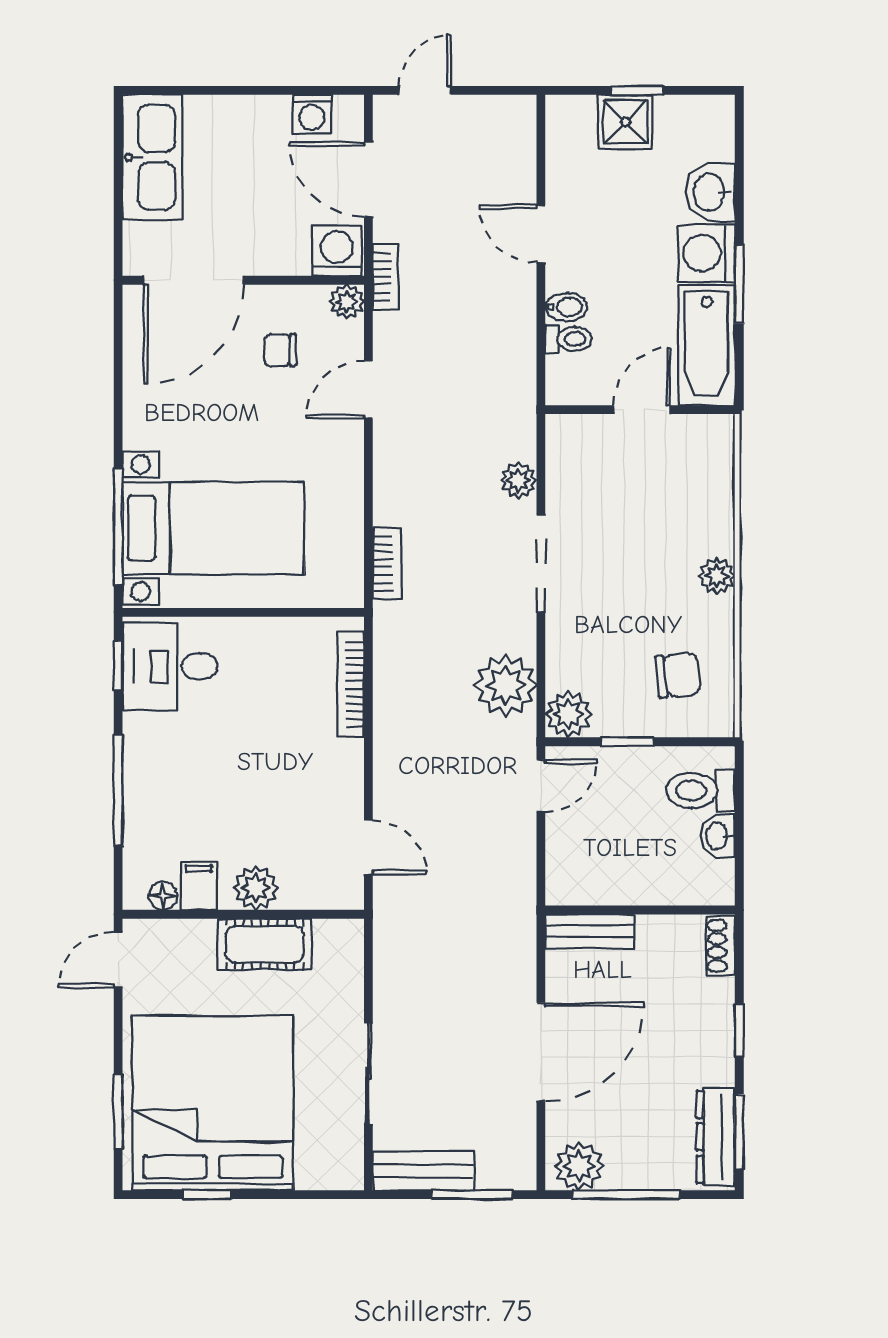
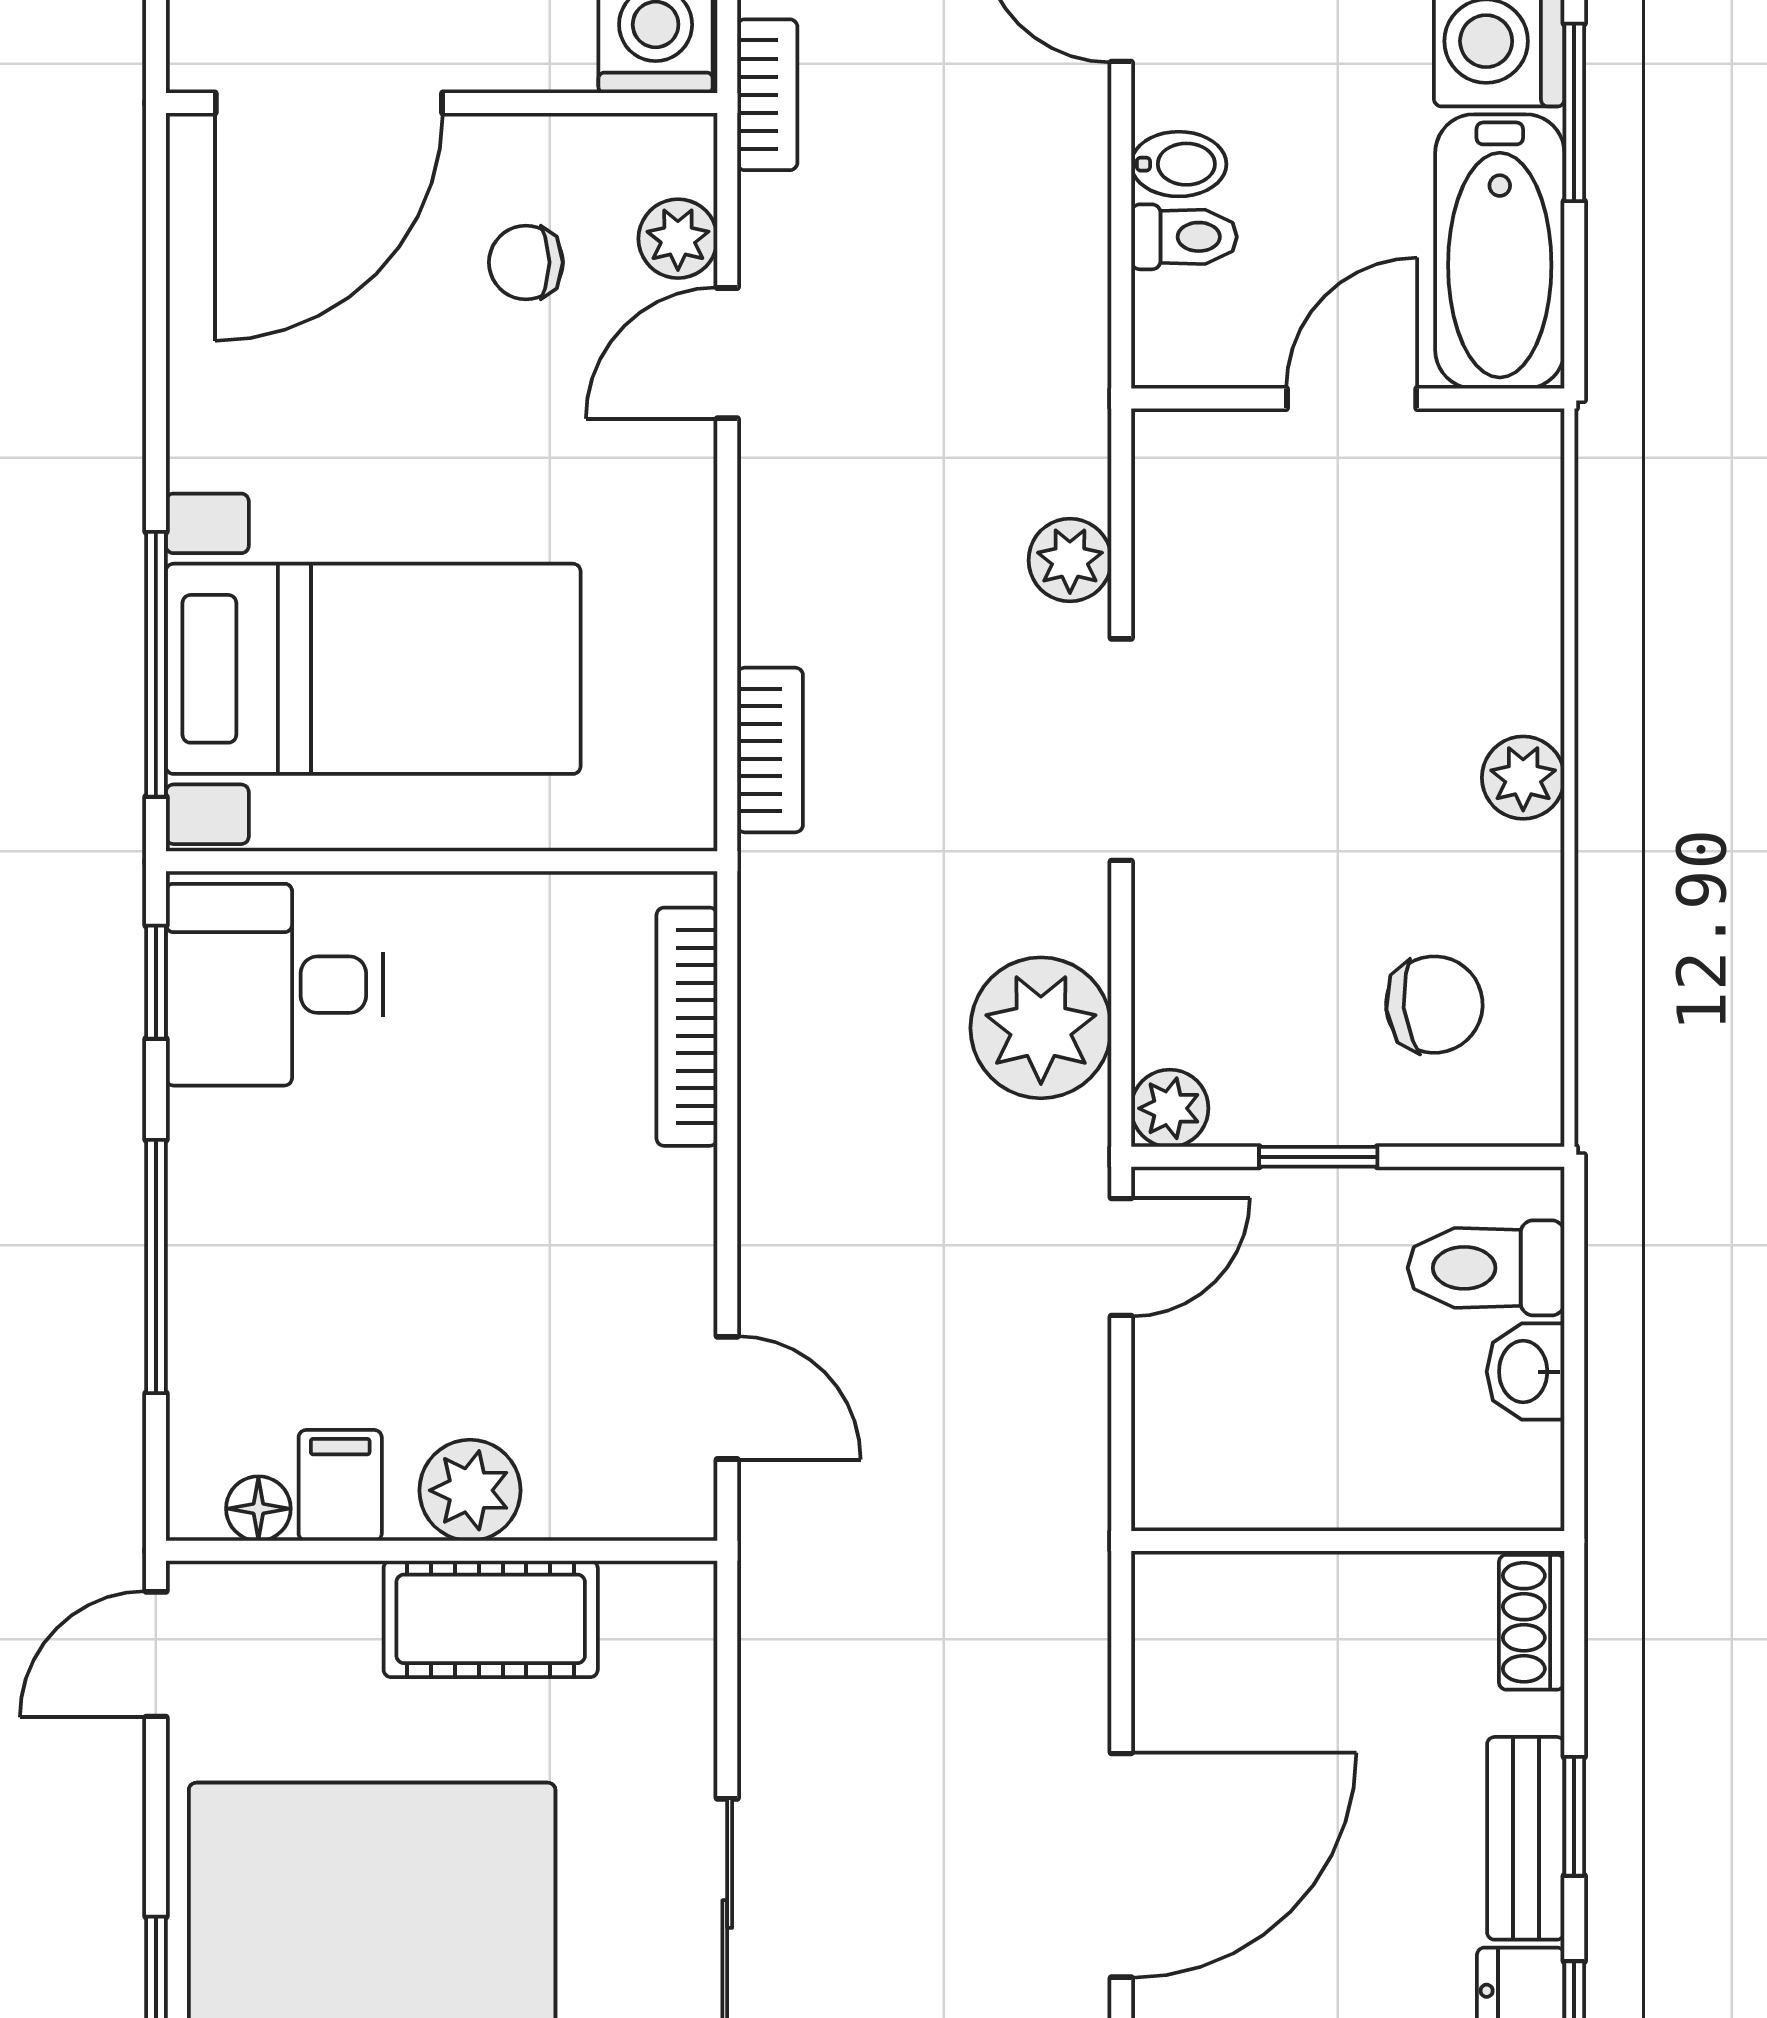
plant: (347, 302) -> (678, 239), moved
plant: (568, 714) -> (1170, 1108), width x0.73, depth x0.73
bench: (590, 931) -> (1526, 1838), moved, turned 90

